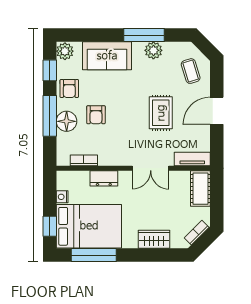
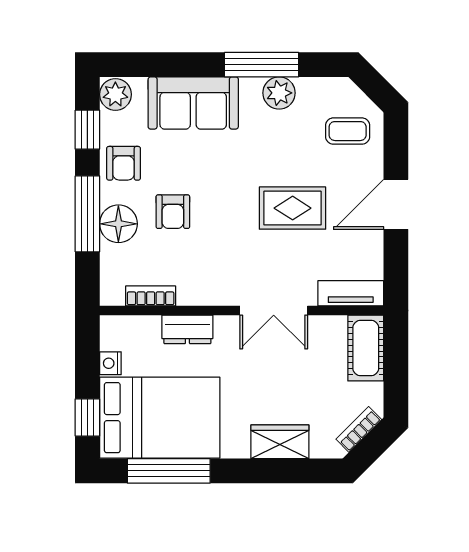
coffee table: (191, 71) -> (348, 131), turned -73
rug: (161, 113) -> (293, 208), turned 90

